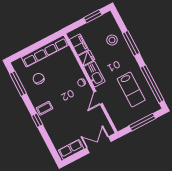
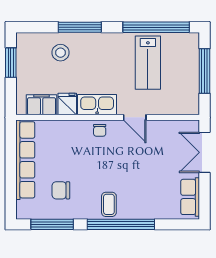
lab bench: (131, 89) -> (148, 63), turned 90
window: (37, 120) -> (121, 224), width x3.17

